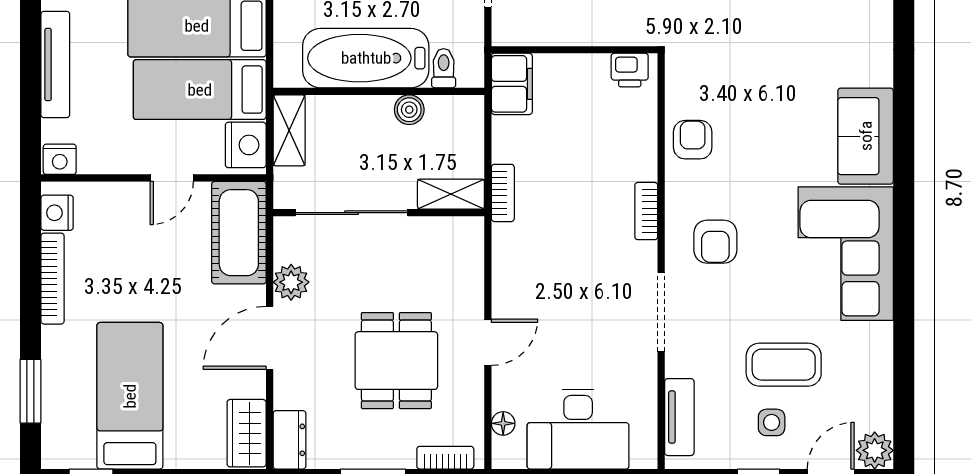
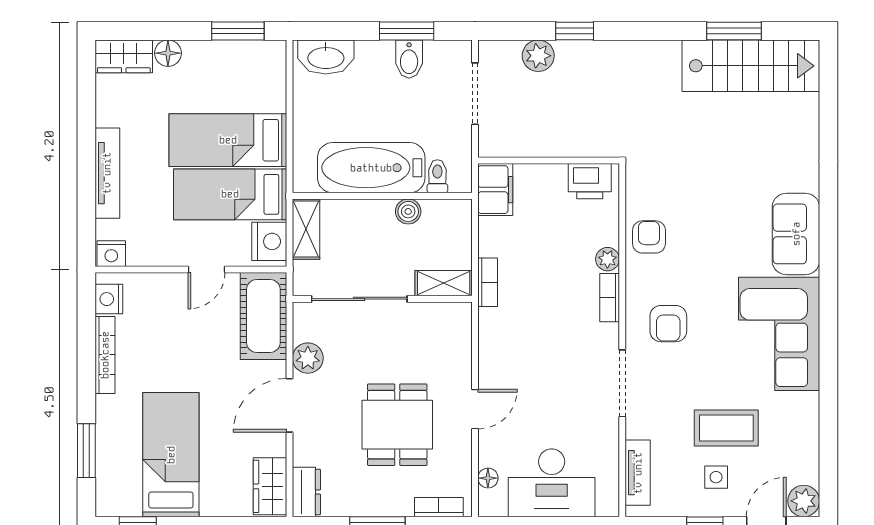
printer: (630, 70) -> (590, 181), width x1.36, depth x1.24
plant: (644, 166) -> (607, 259), added

